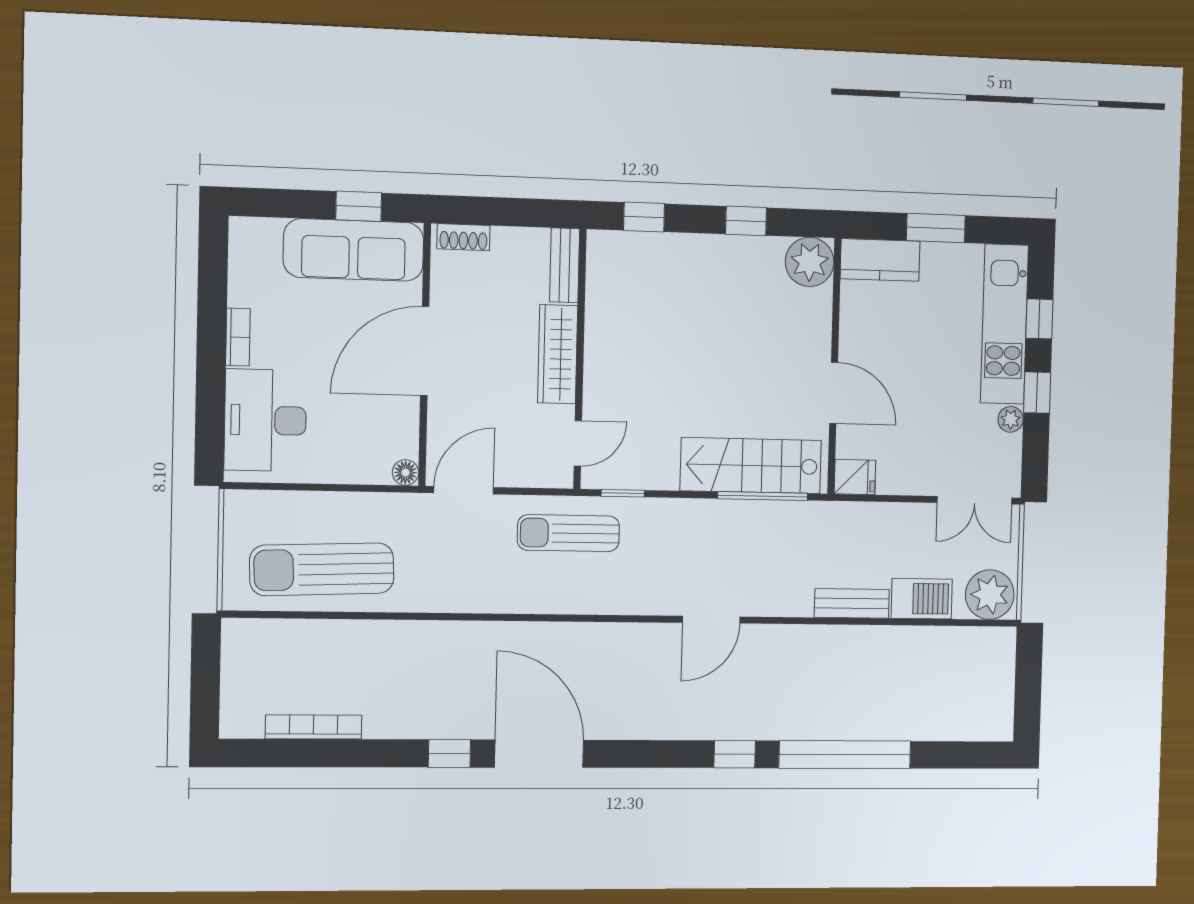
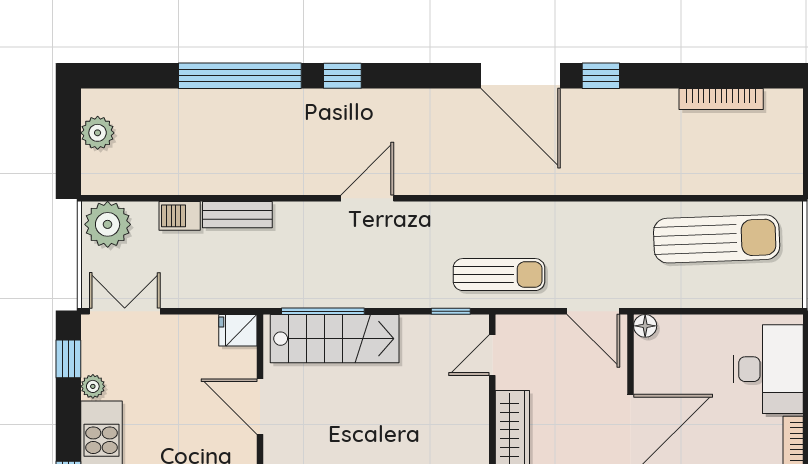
window: (1037, 393) -> (68, 359), moved
door: (464, 490) -> (593, 311), hinge flipped
barbecue: (922, 599) -> (180, 216), width x0.73, depth x0.79
plant: (997, 693) -> (98, 133), added

